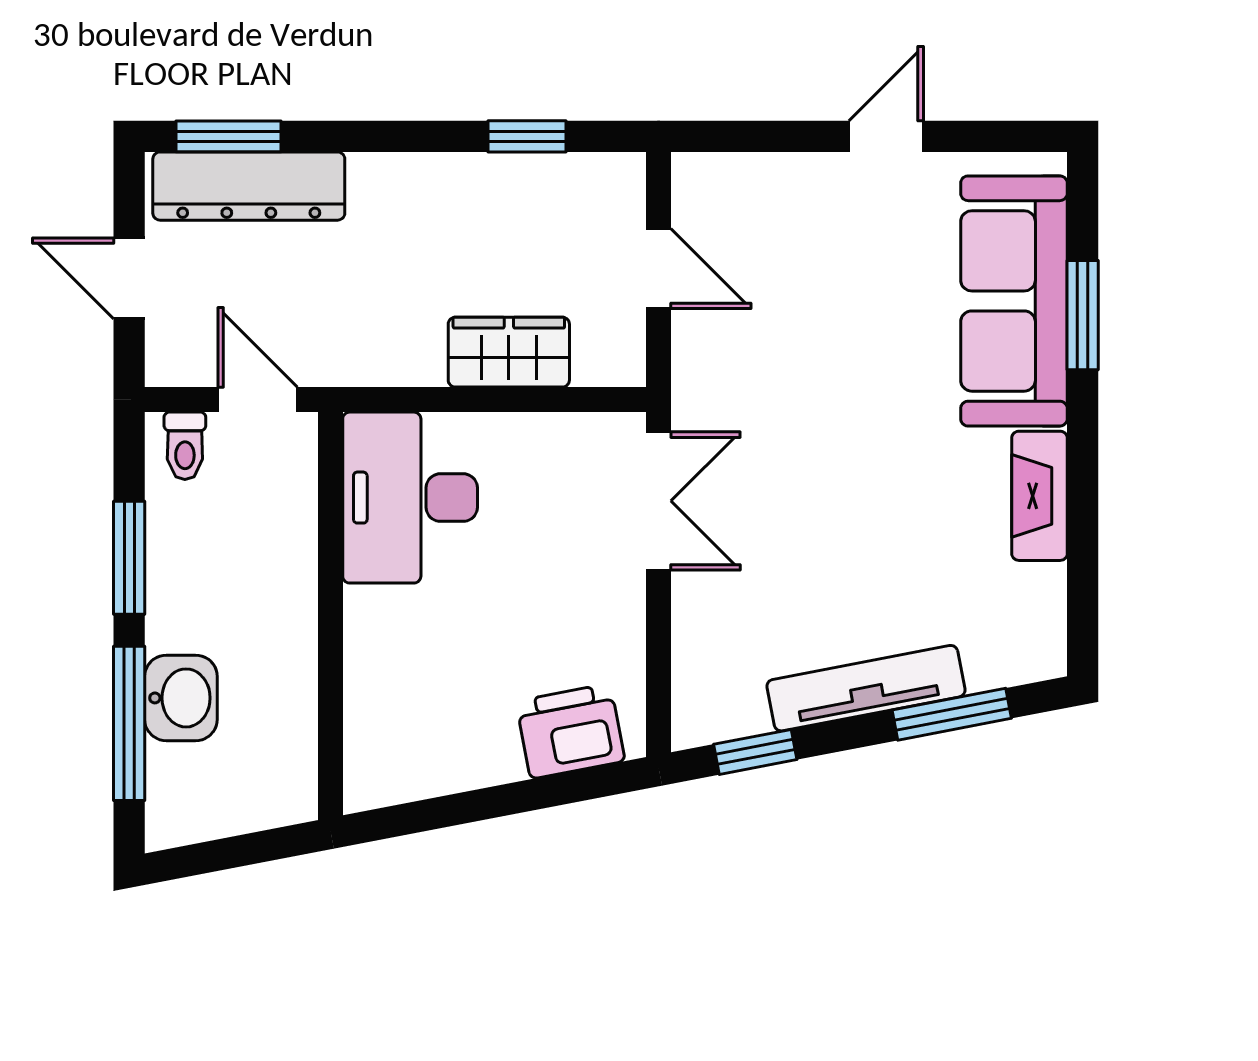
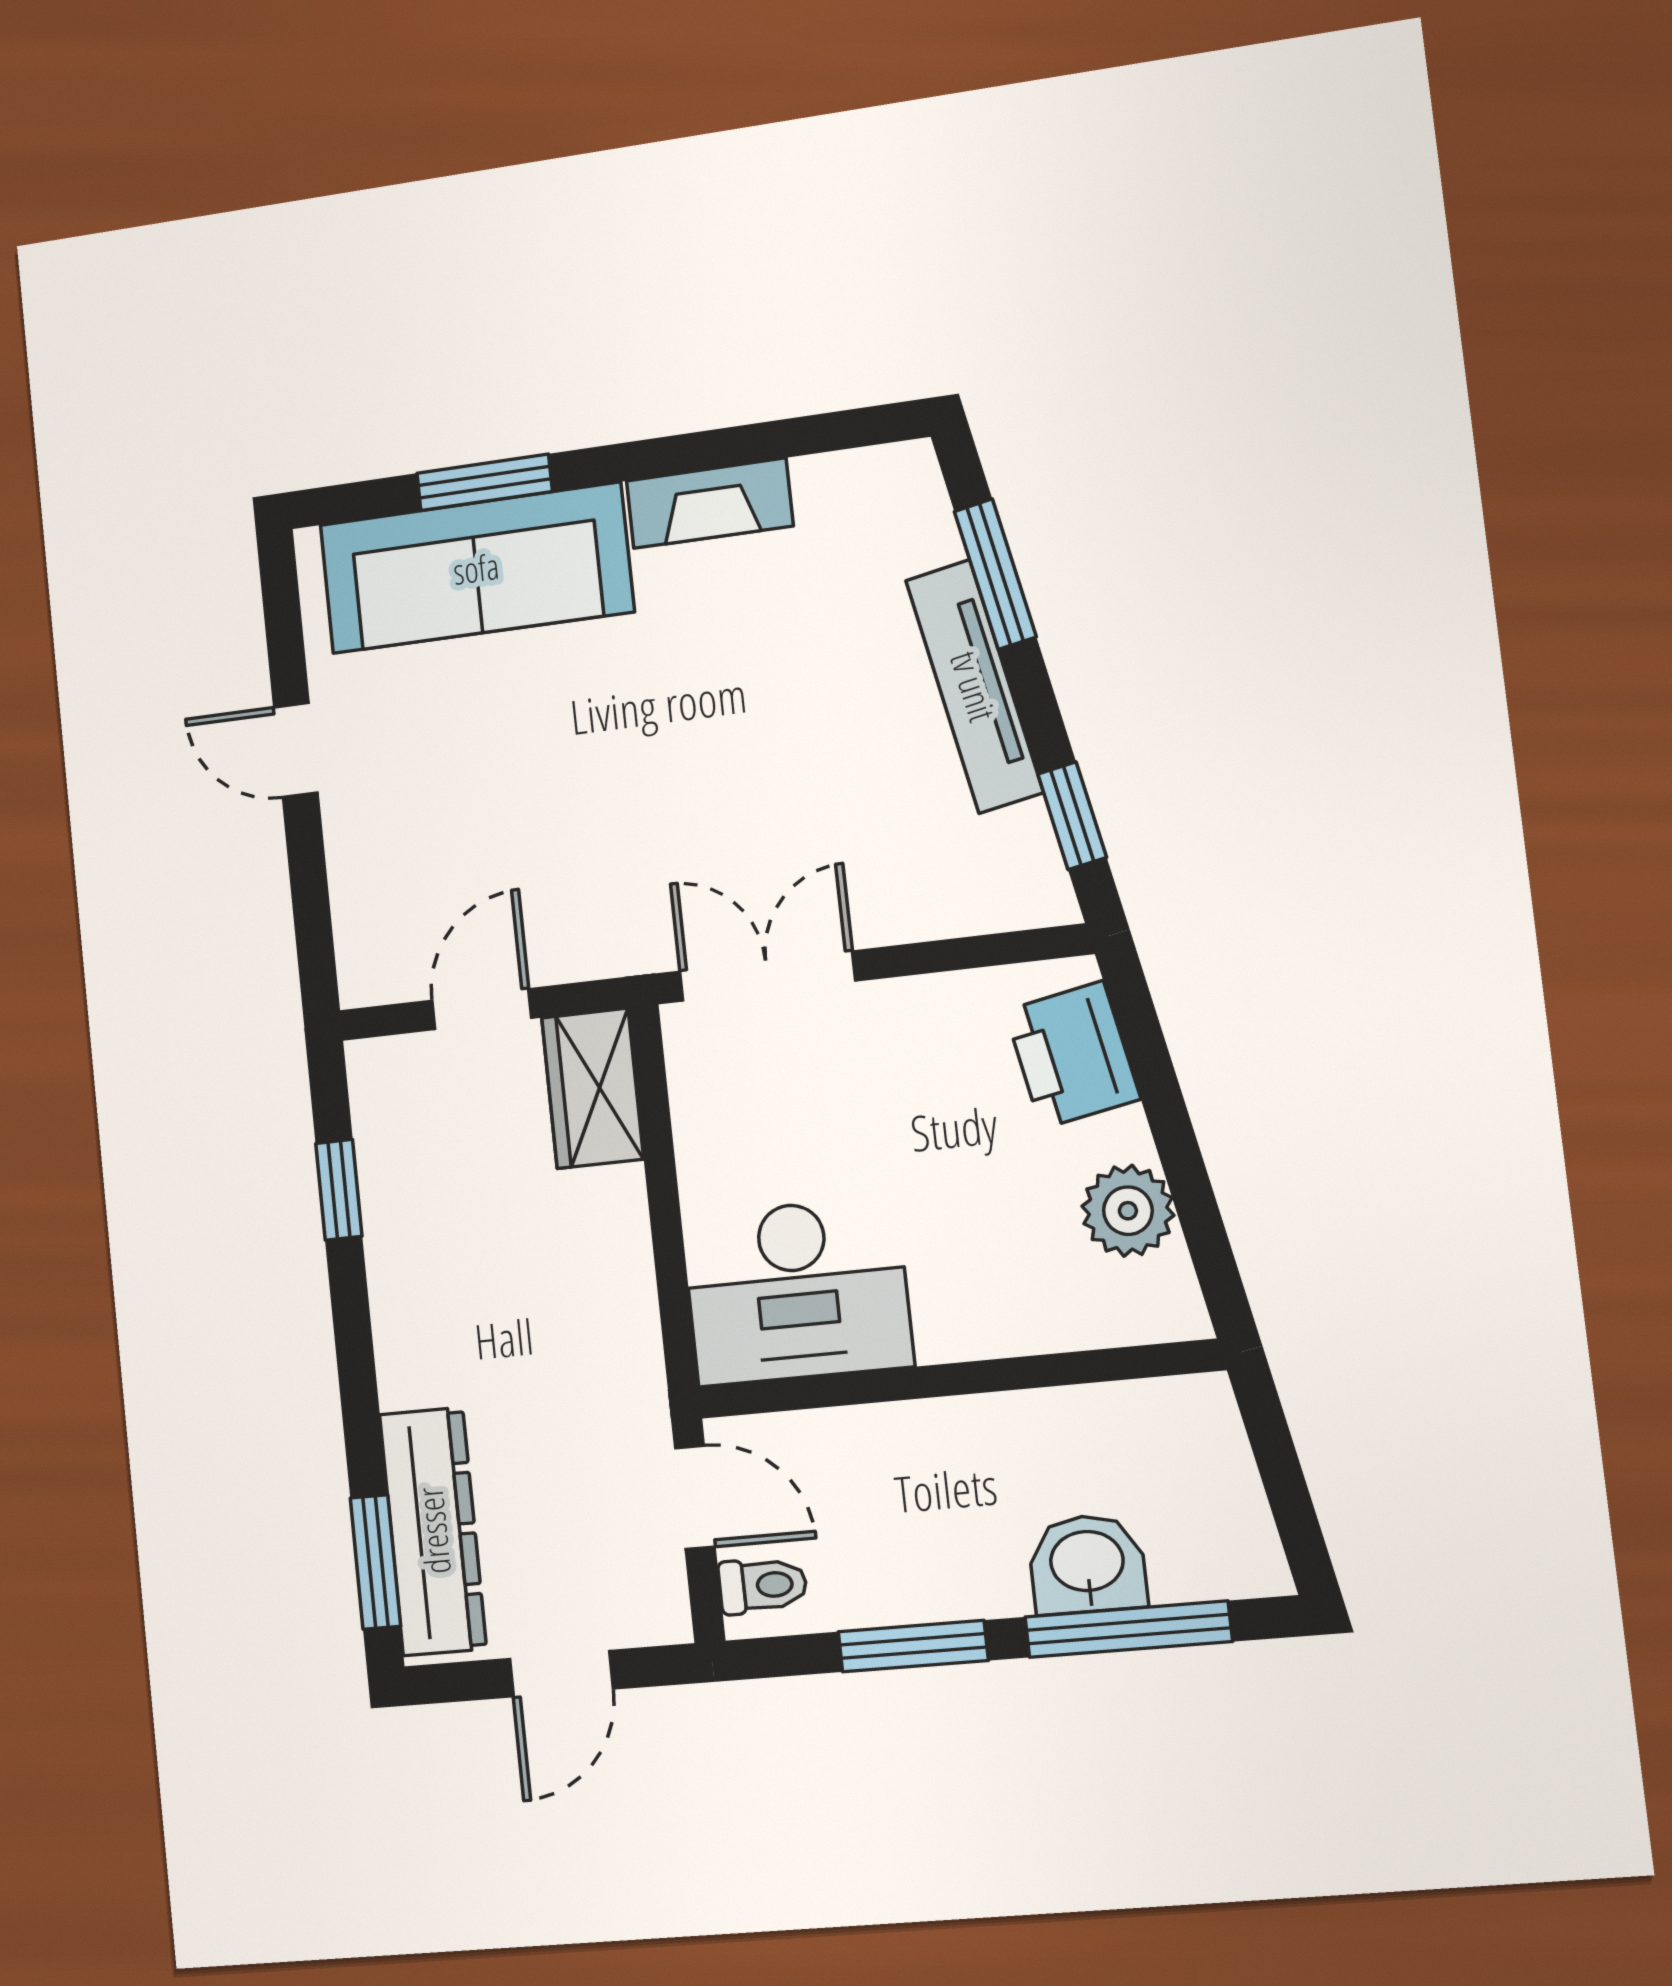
wardrobe: (509, 352) -> (593, 1088), moved
door: (258, 400) -> (695, 1497), swing flipped
plant: (446, 760) -> (1128, 1211), added

